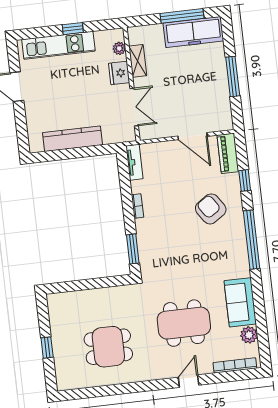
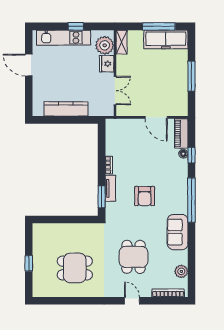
plant: (119, 48) -> (105, 45), width x1.87, depth x1.87
shelving: (138, 61) -> (122, 42), moved
tv unit: (134, 162) -> (110, 188), moved
floor lamp: (234, 180) -> (183, 154), added
armchair: (211, 209) -> (145, 196), moved, turned -146
sofa: (240, 302) -> (178, 232), moved
dining table: (184, 323) -> (134, 257), width x0.73
door: (189, 381) -> (132, 301), hinge flipped

